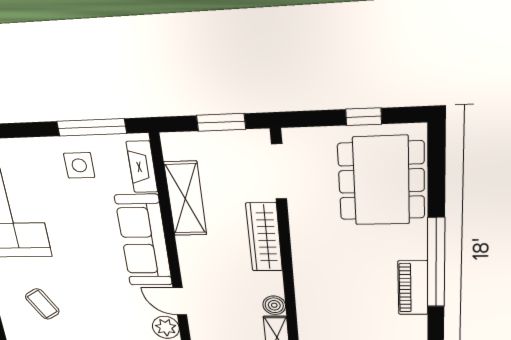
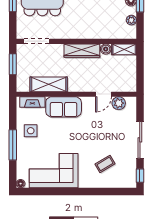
window: (92, 127) -> (13, 145), moved
wardrobe: (264, 237) -> (82, 51), moved
sofa: (144, 241) -> (64, 107), width x0.73

